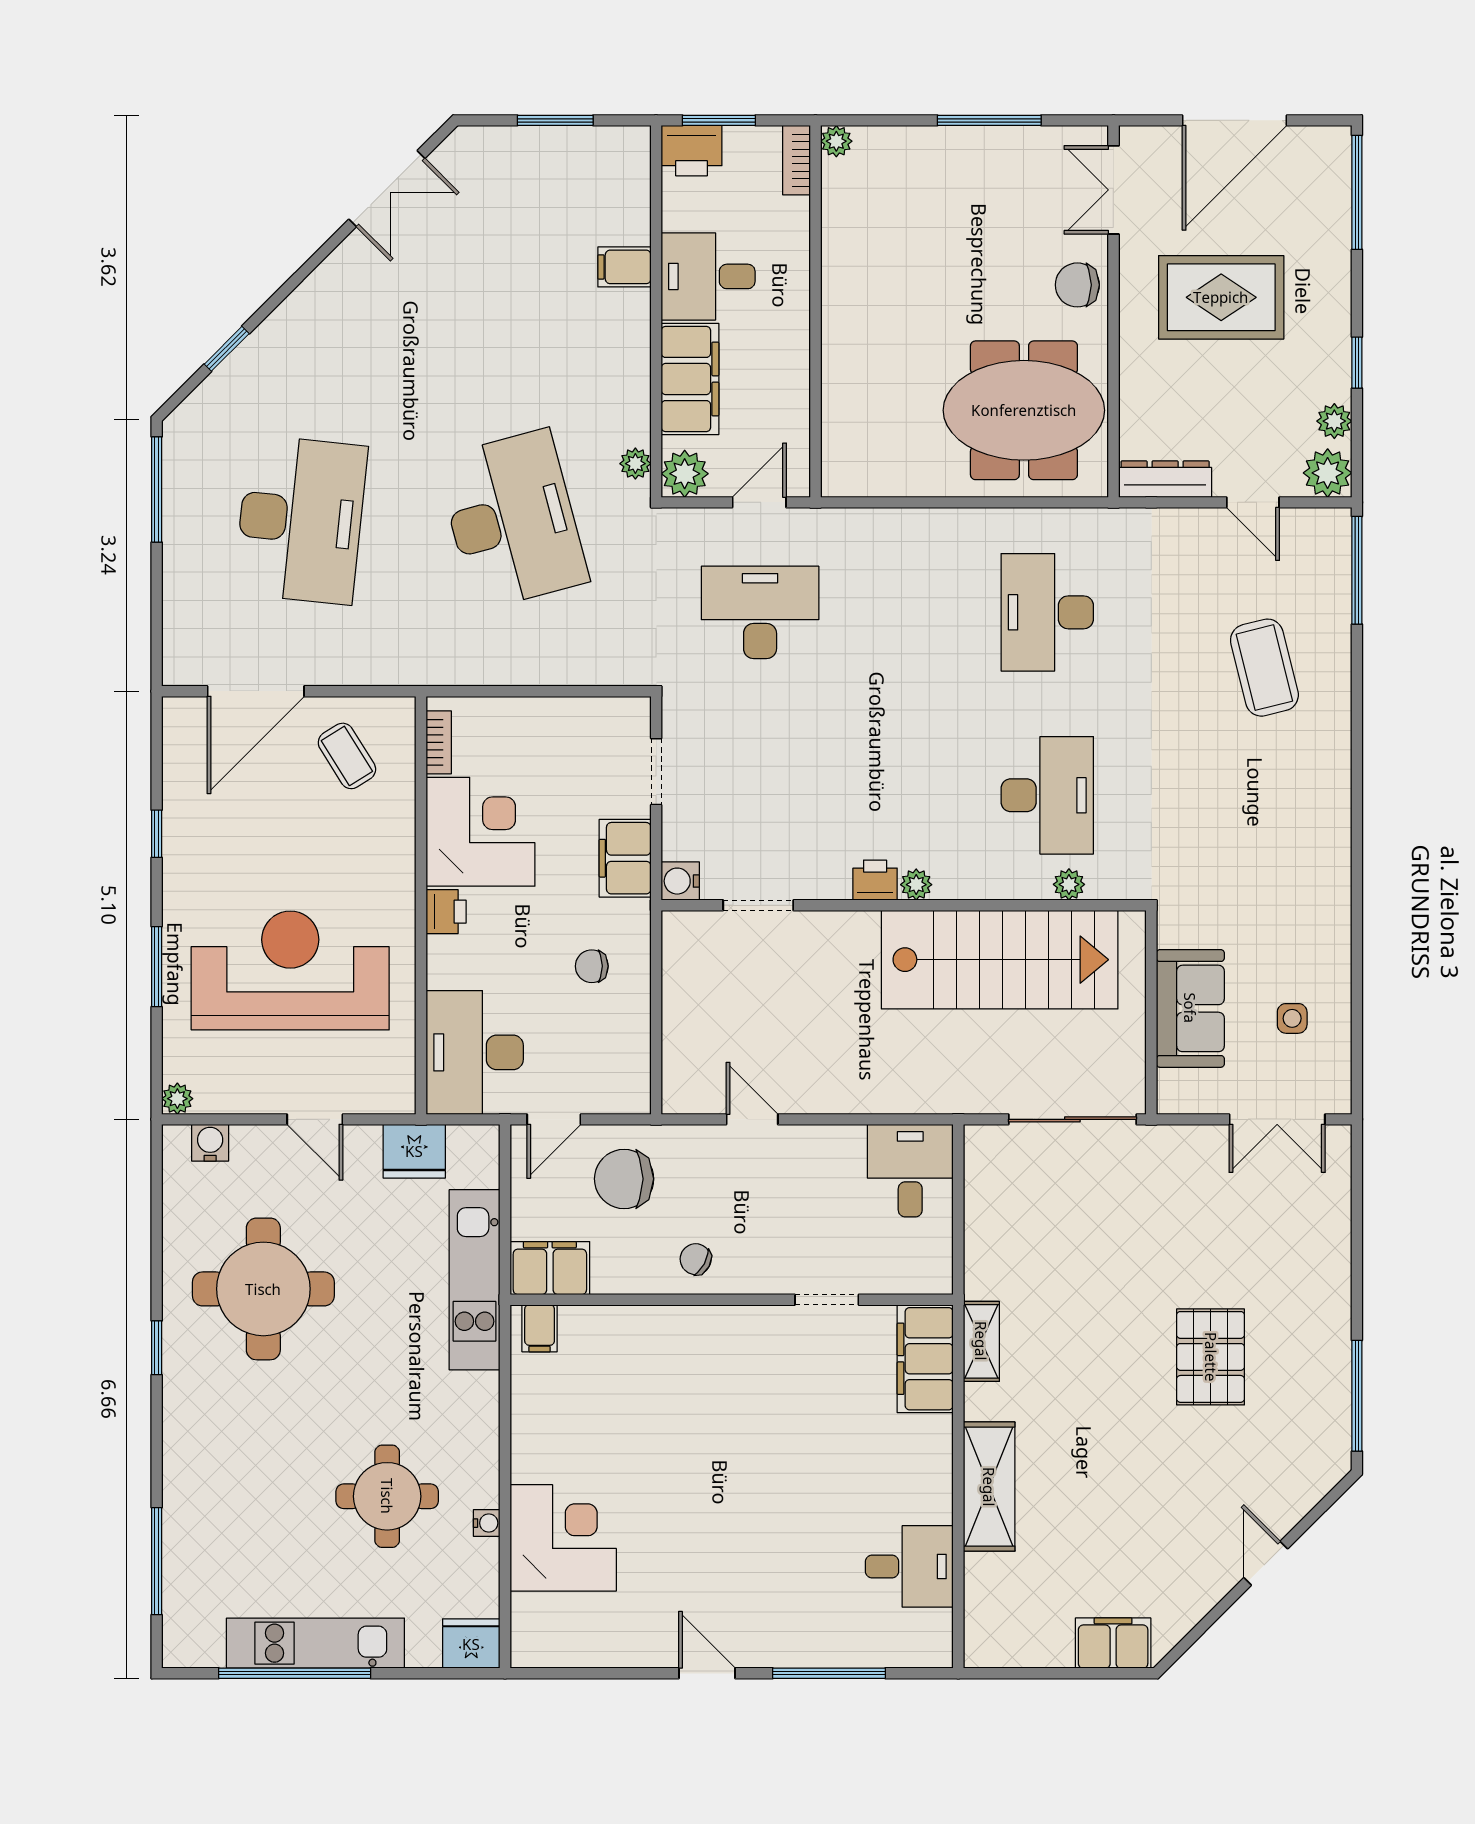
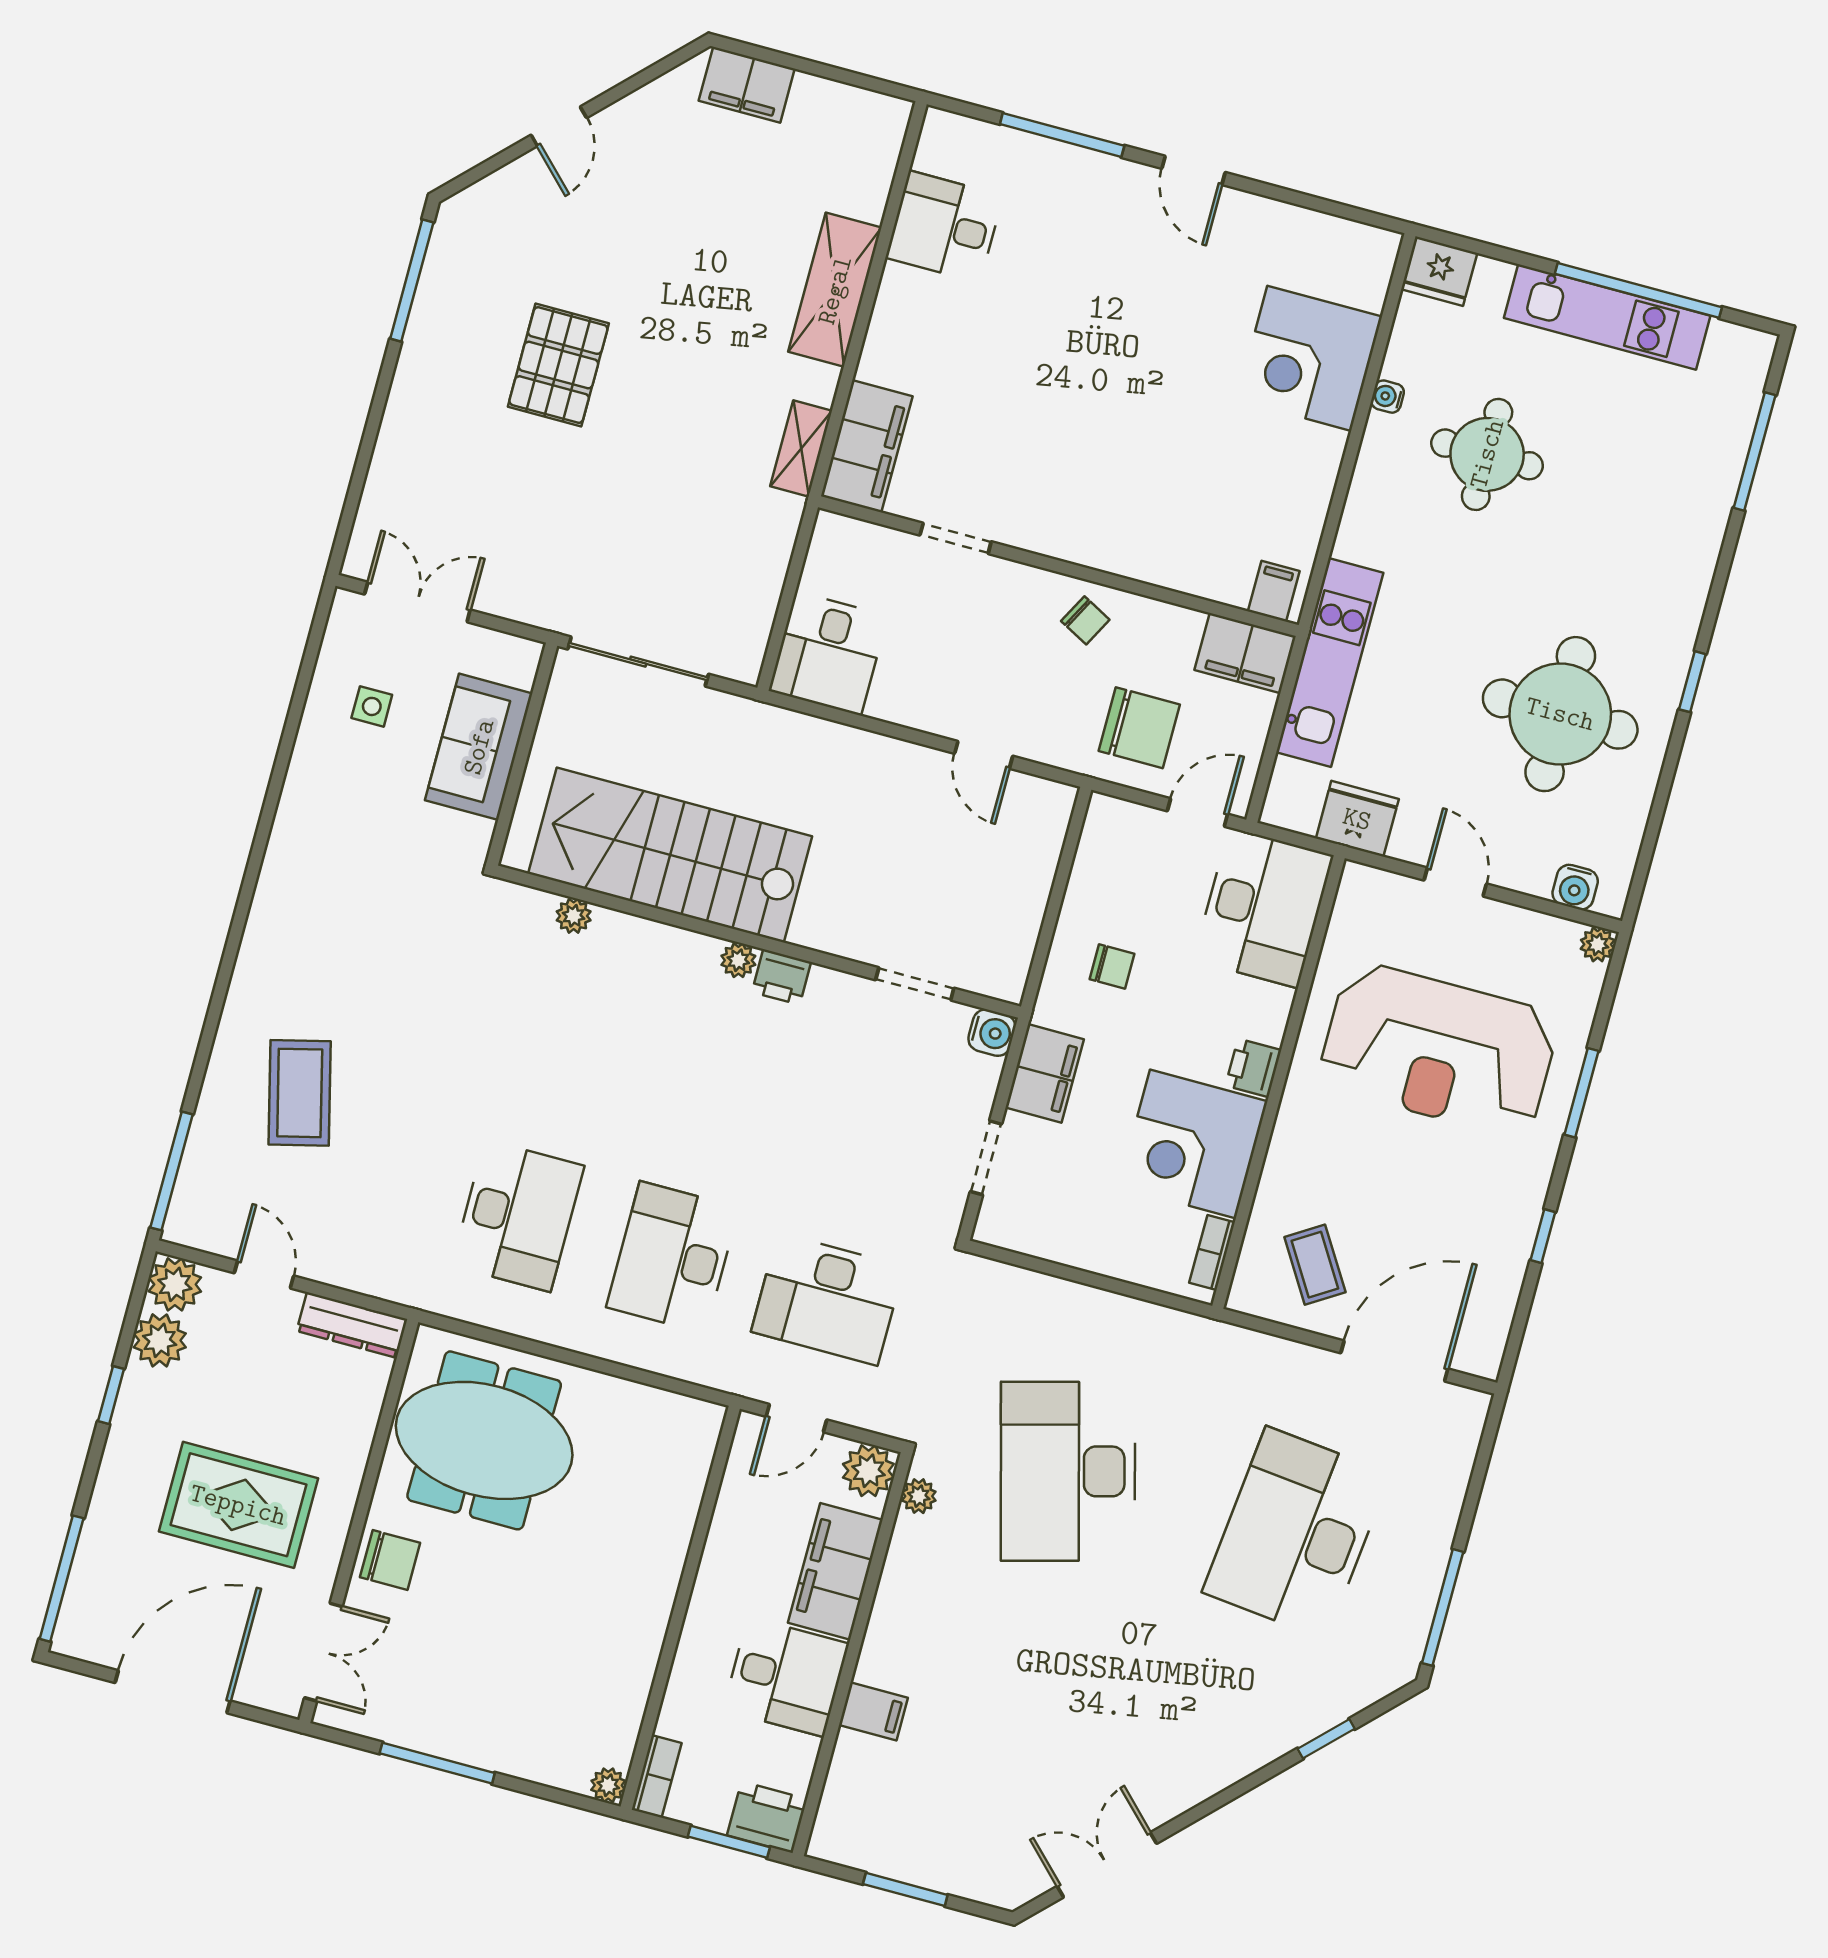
plant: (1334, 421) -> (160, 1340), width x1.38, depth x1.38
desk: (1047, 795) -> (673, 1257), moved

